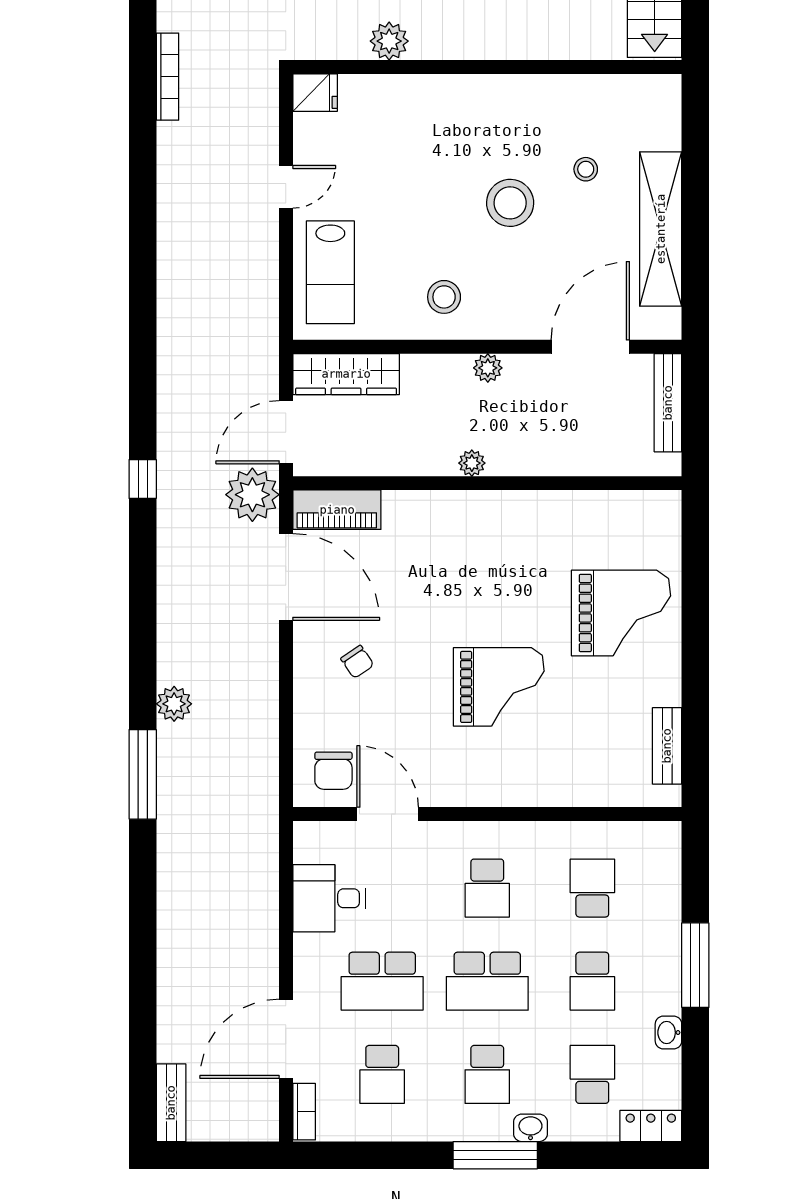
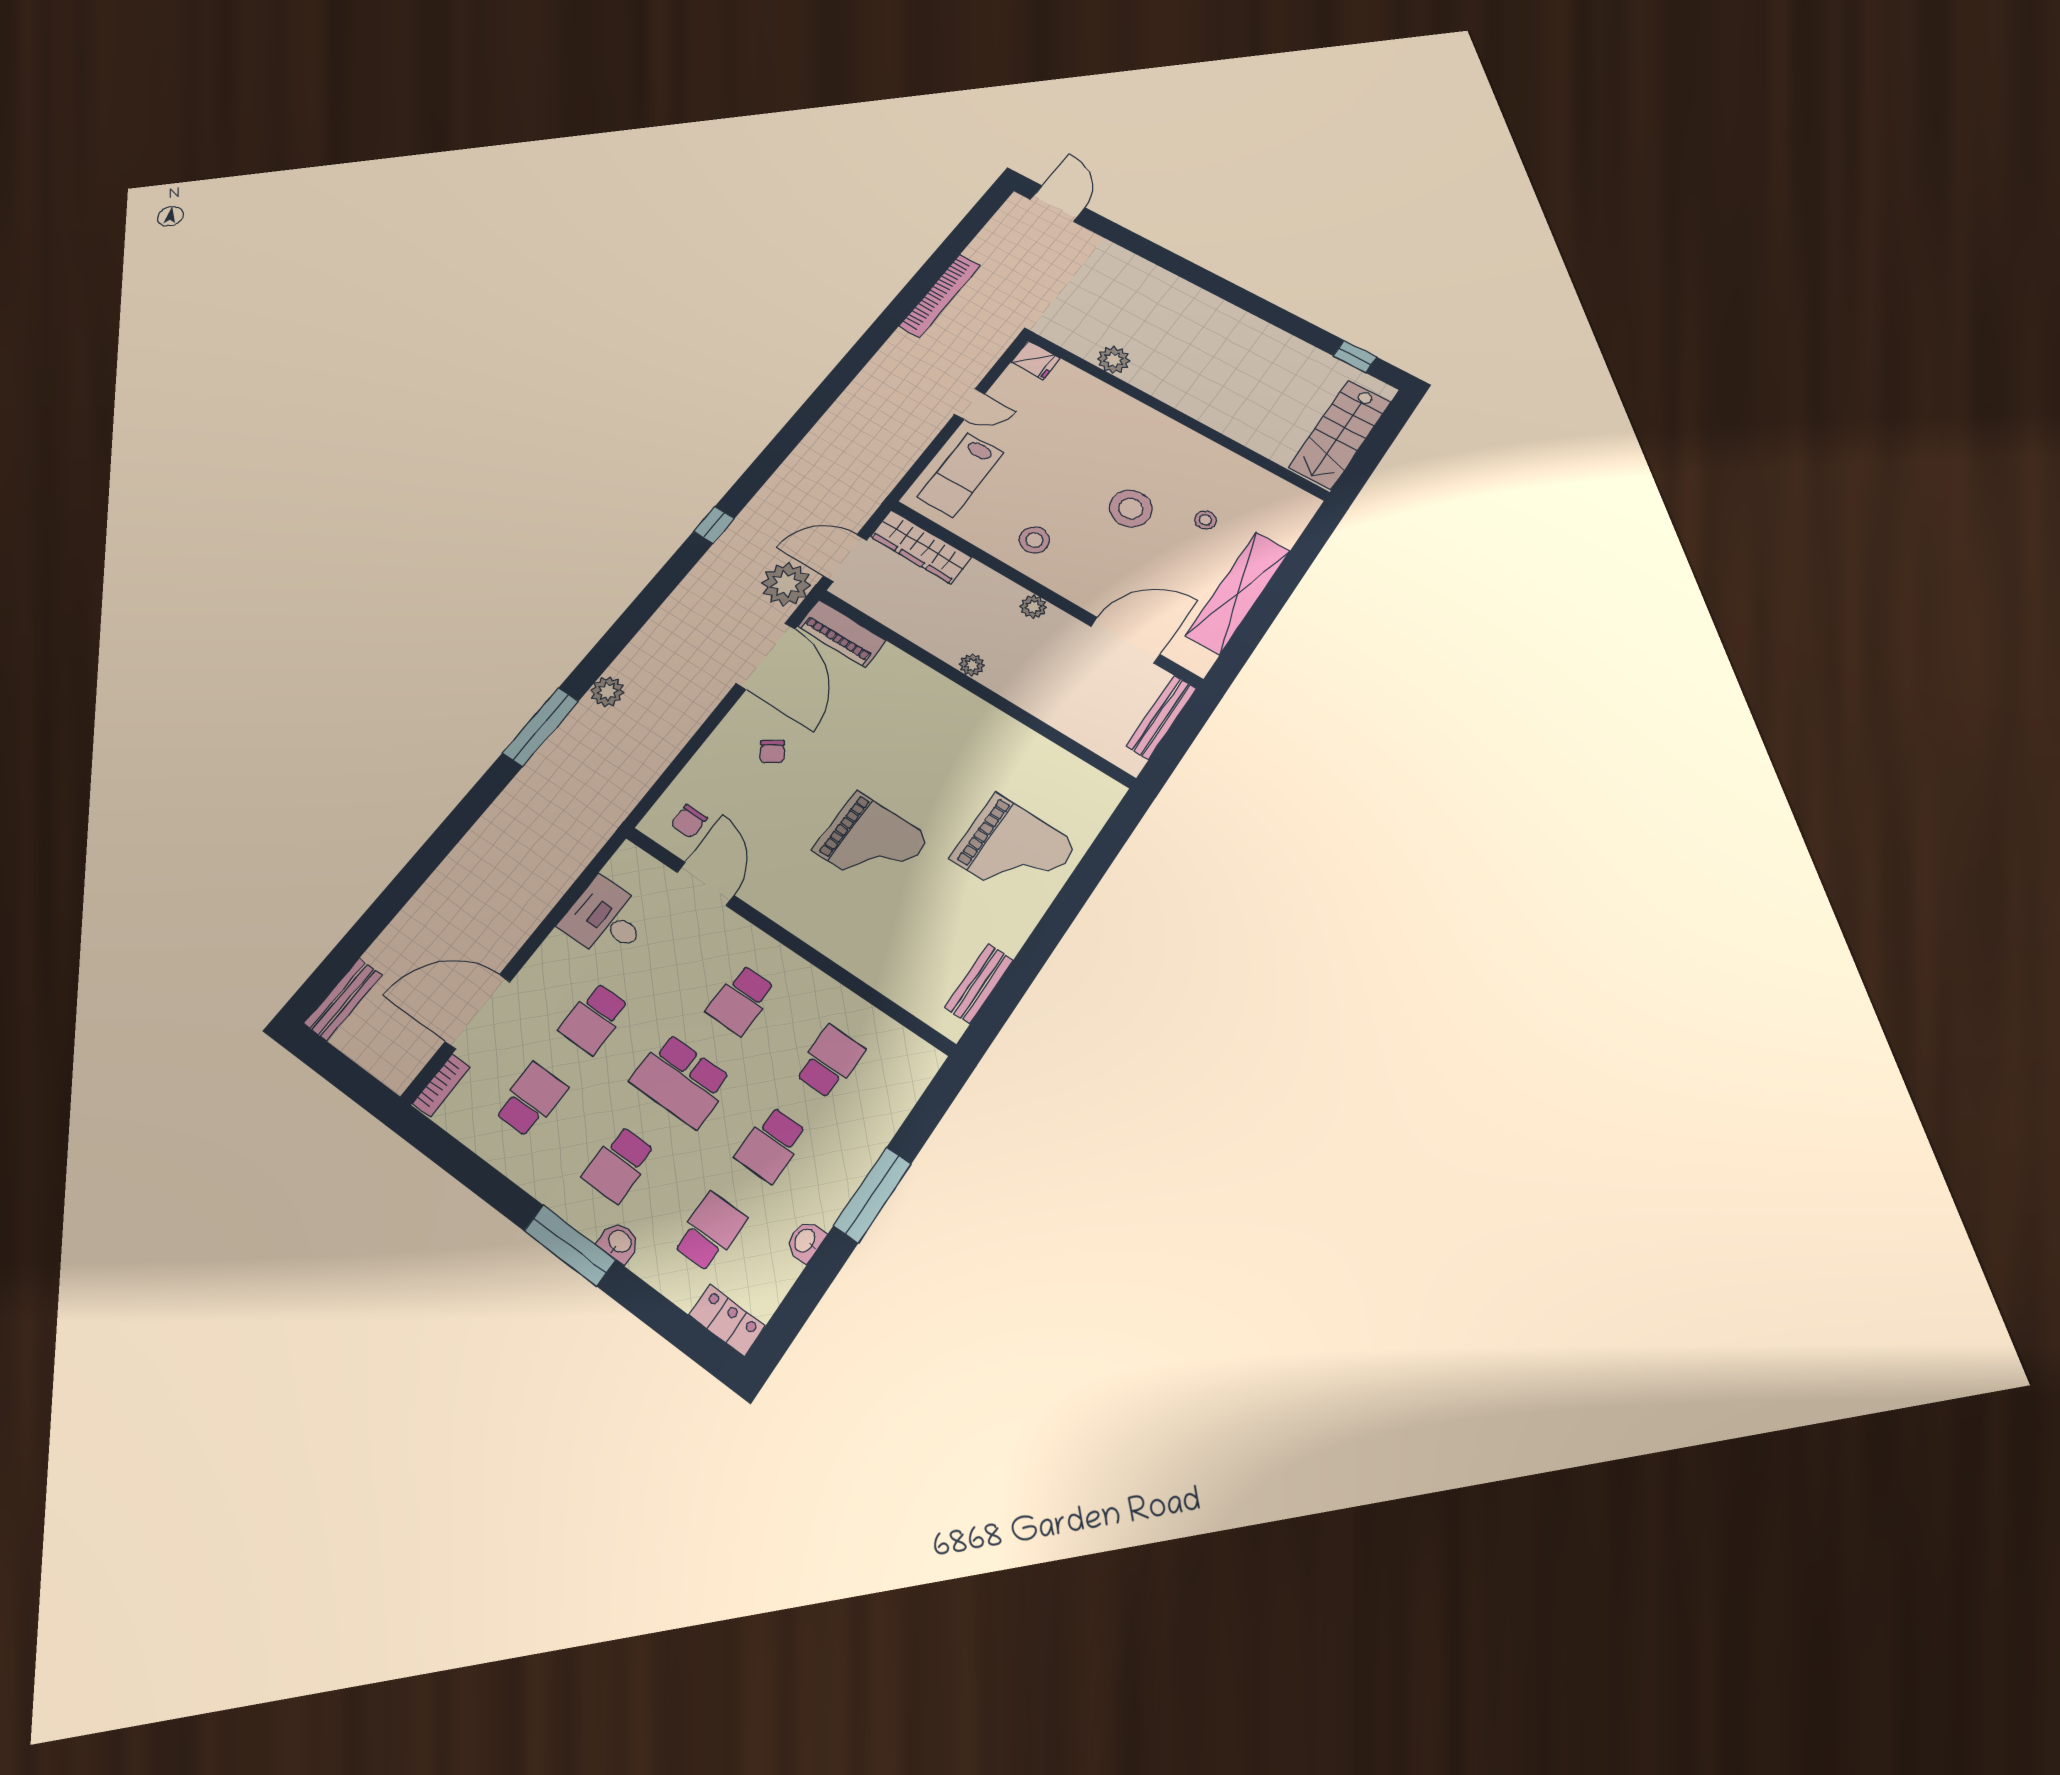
bookcase: (168, 77) -> (940, 295), width x1.48, depth x1.31
chair: (333, 771) -> (689, 821), width x0.73, depth x0.73
school desk: (382, 981) -> (594, 1018), width x0.54
school desk: (382, 1074) -> (531, 1099), turned 180

